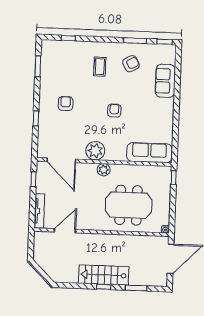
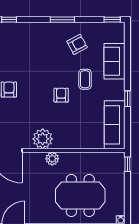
window: (135, 41) -> (62, 20), moved
coffee table: (100, 67) -> (85, 79), moved
window: (176, 116) -> (127, 99), added
sofa: (149, 153) -> (115, 125), moved, turned -90

